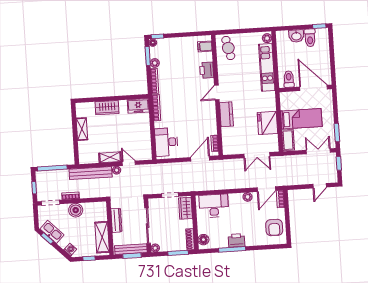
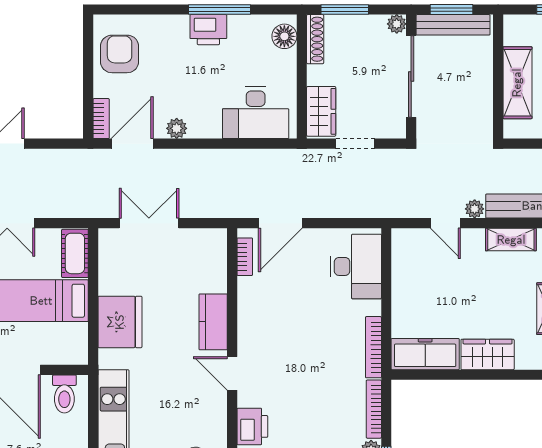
door: (217, 93) -> (232, 373), swing flipped
freezer: (138, 106) -> (425, 354), width x1.40
fridge: (267, 123) -> (120, 322), moved
shelving: (110, 157) -> (511, 240), moved
dresser: (116, 220) -> (482, 93), removed
shelving: (102, 237) -> (517, 83), moved

